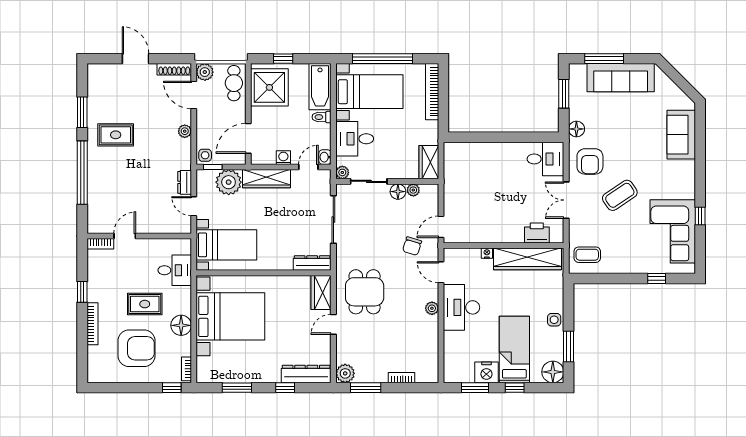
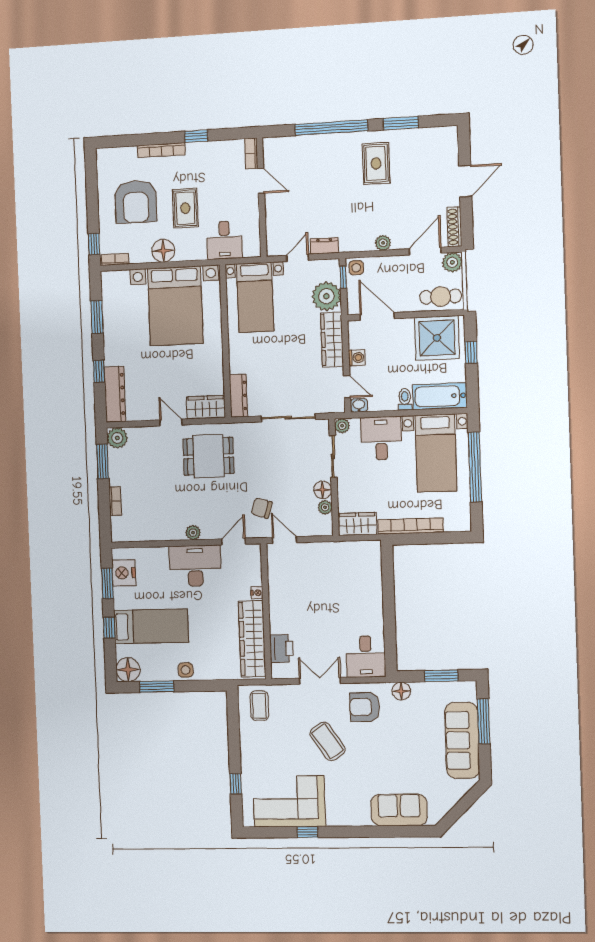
bookcase: (432, 92) -> (411, 526), moved
nightstand: (486, 372) -> (124, 573), moved

